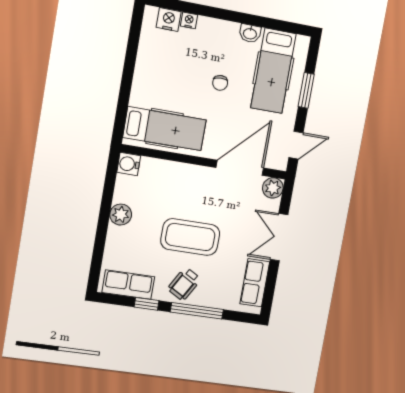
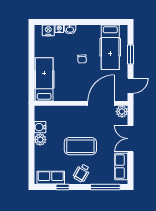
washbasin: (250, 33) -> (70, 29), moved
hospital bed: (165, 129) -> (44, 79), moved, turned -90
water cooler: (129, 164) -> (40, 127), moved
window: (197, 311) -> (105, 187), moved

